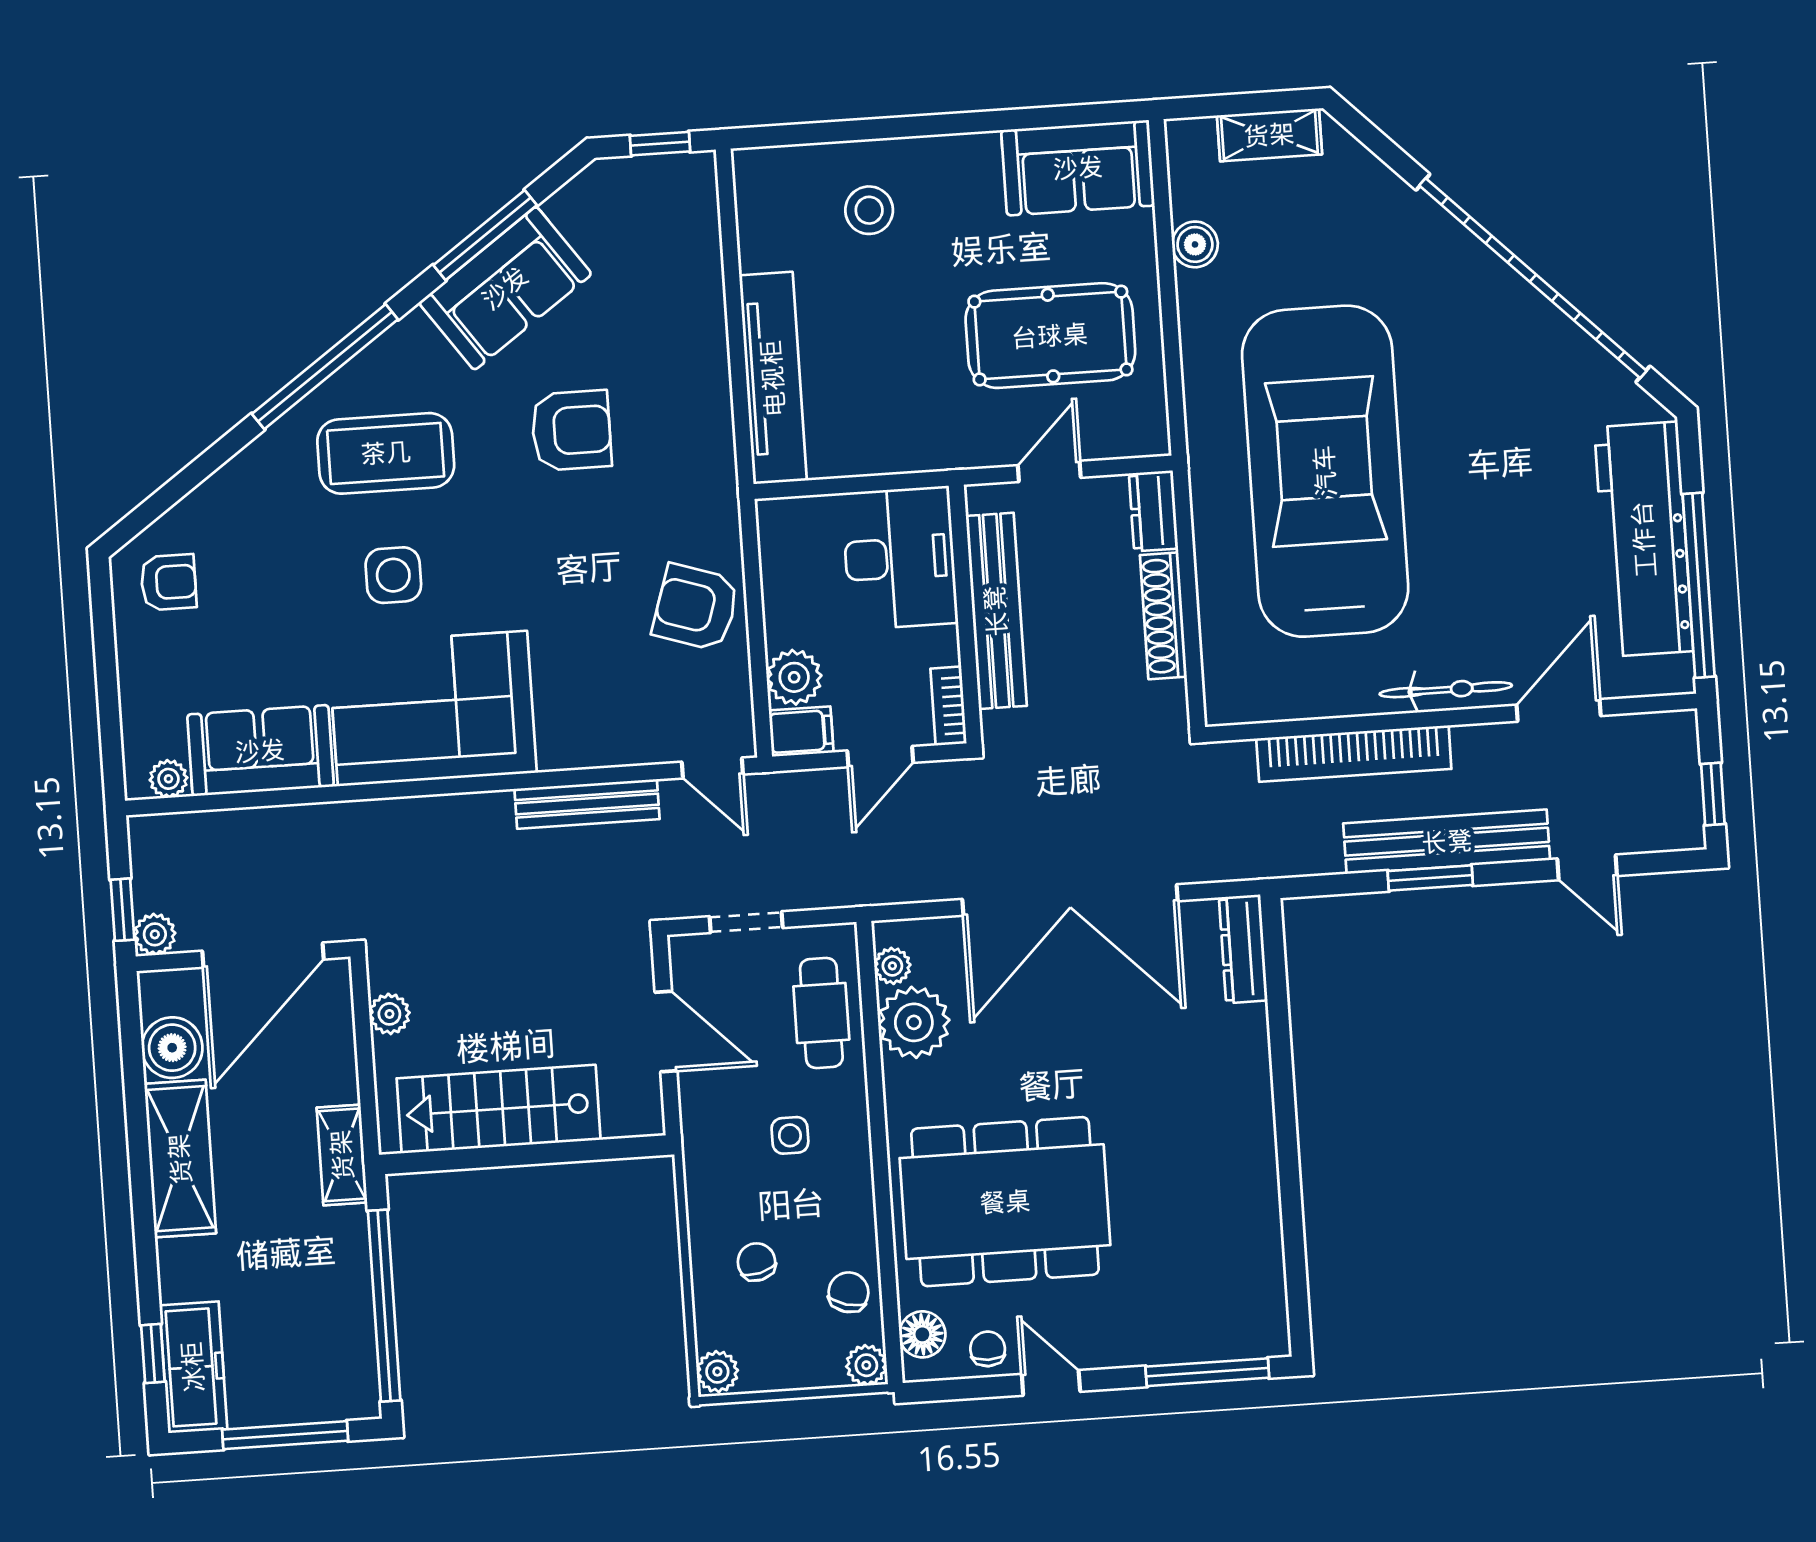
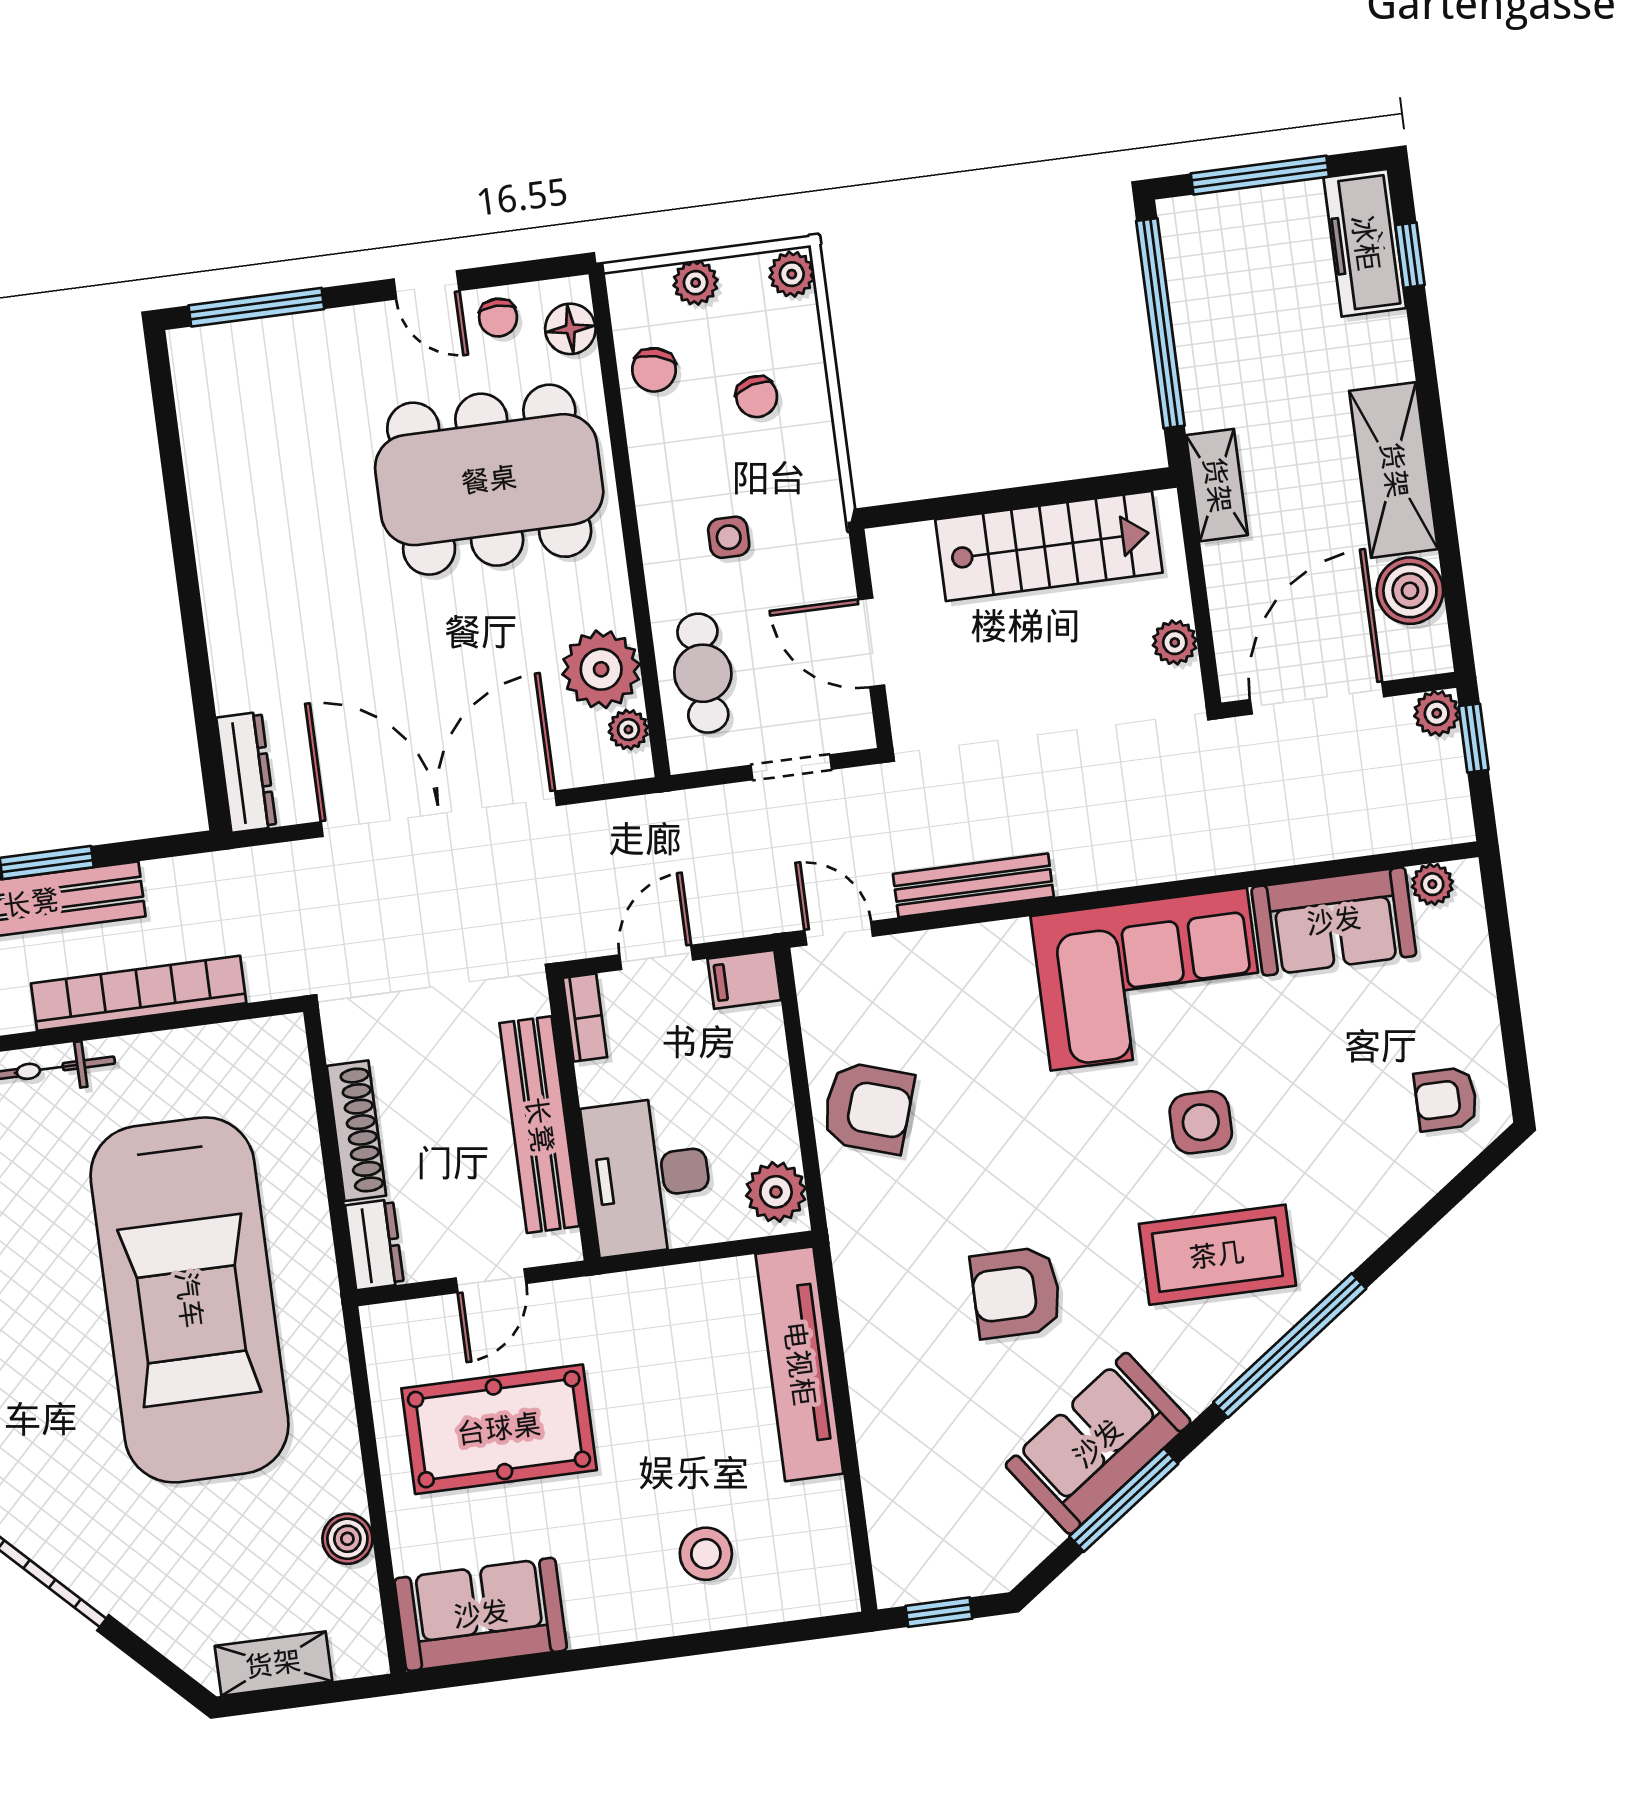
plant: (794, 677) -> (776, 1192), moved
plant: (866, 1365) -> (696, 283), moved

